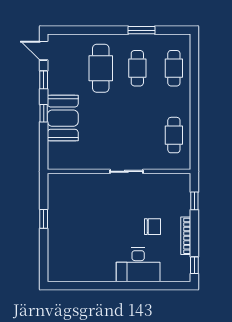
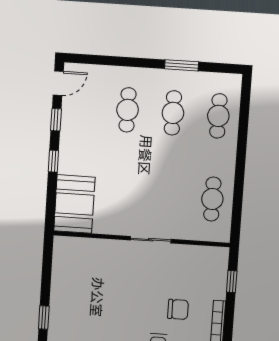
door: (44, 51) -> (58, 83), swing flipped
cafe table: (101, 68) -> (128, 110), width x0.73, depth x0.74
booth: (63, 118) -> (74, 204), moved
window: (44, 219) -> (44, 317), moved

